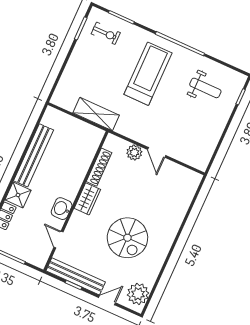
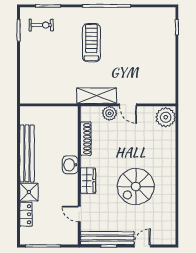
treadmill: (148, 74) -> (91, 43), width x0.73, depth x0.73
weight bench: (205, 88) -> (144, 33), removed
shelving: (96, 114) -> (97, 96), moved
wardrobe: (87, 199) -> (88, 181), moved
washbasin: (62, 209) -> (70, 165), moved
spiral stairs: (127, 238) -> (136, 187), turned 90
plant: (138, 294) -> (166, 117), moved

